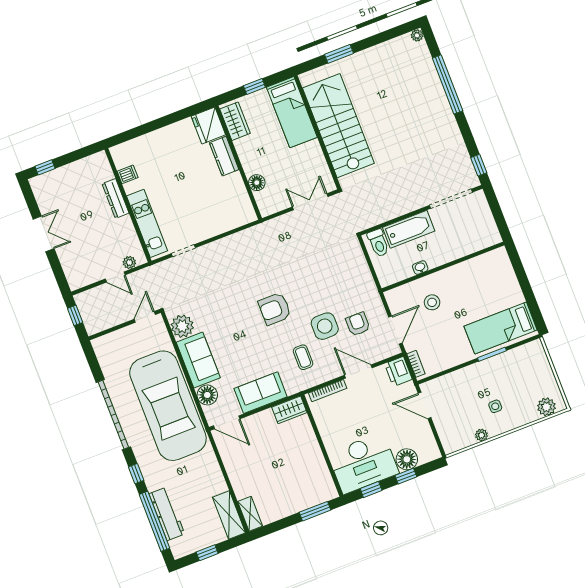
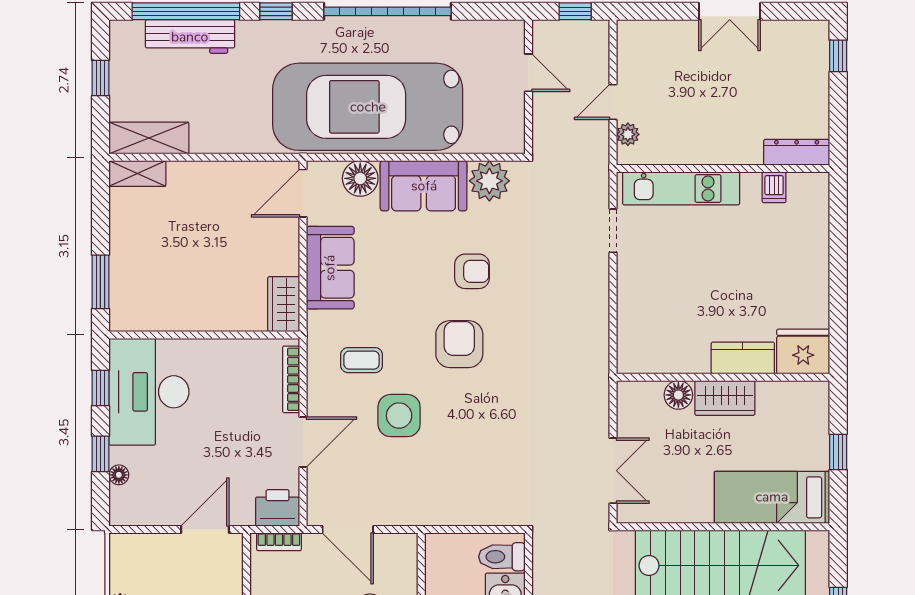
wardrobe: (235, 121) -> (725, 398), moved
dresser: (116, 198) -> (797, 152), moved
door: (145, 317) -> (528, 73), moved
armchair: (358, 324) -> (472, 271), moved
floor lamp: (407, 459) -> (119, 475), width x0.53, depth x0.53

